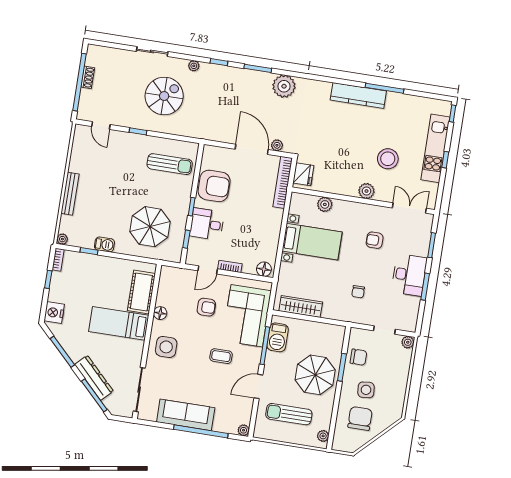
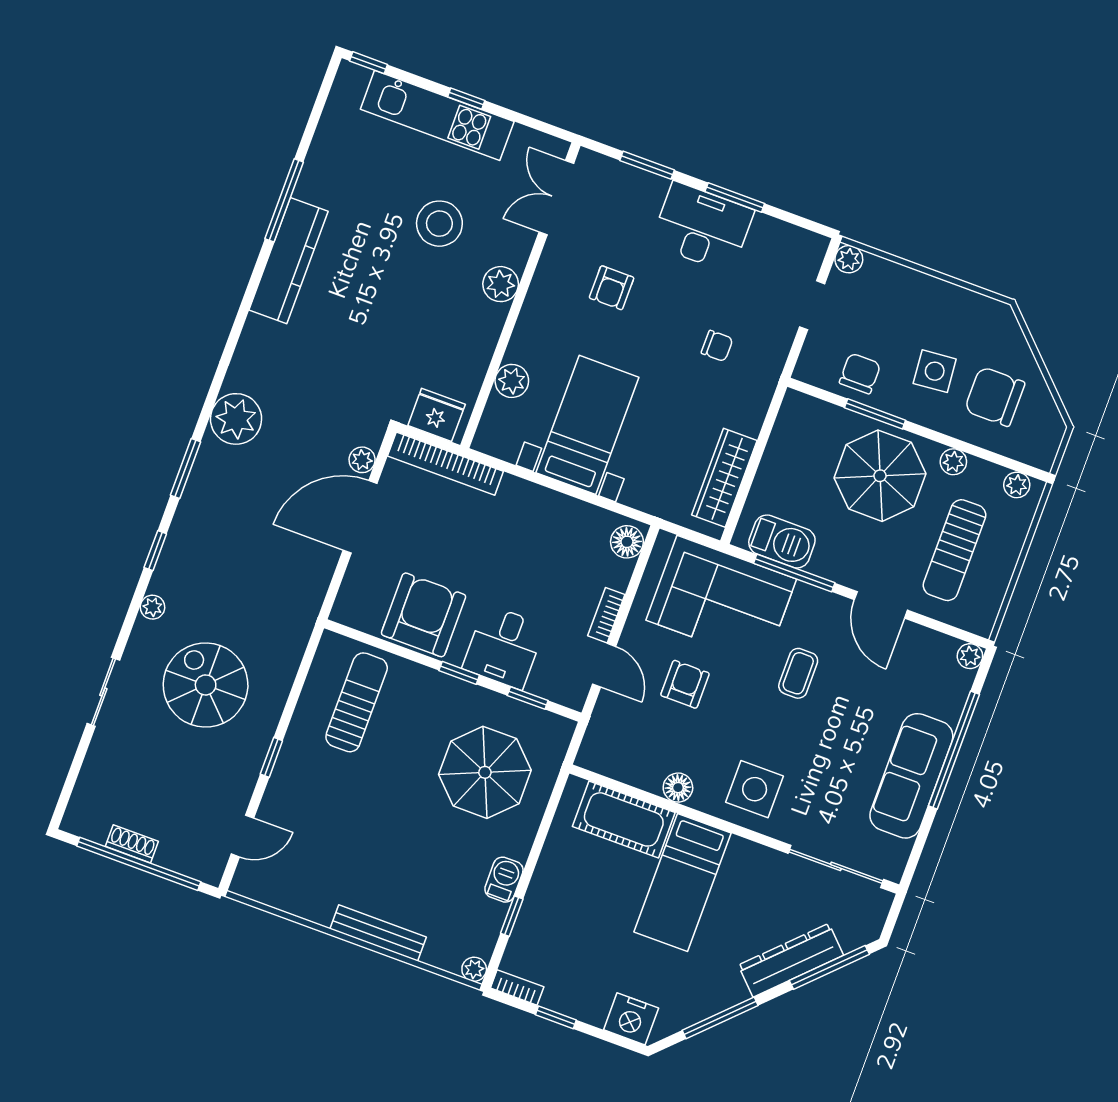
plant: (328, 406) -> (953, 462), added

